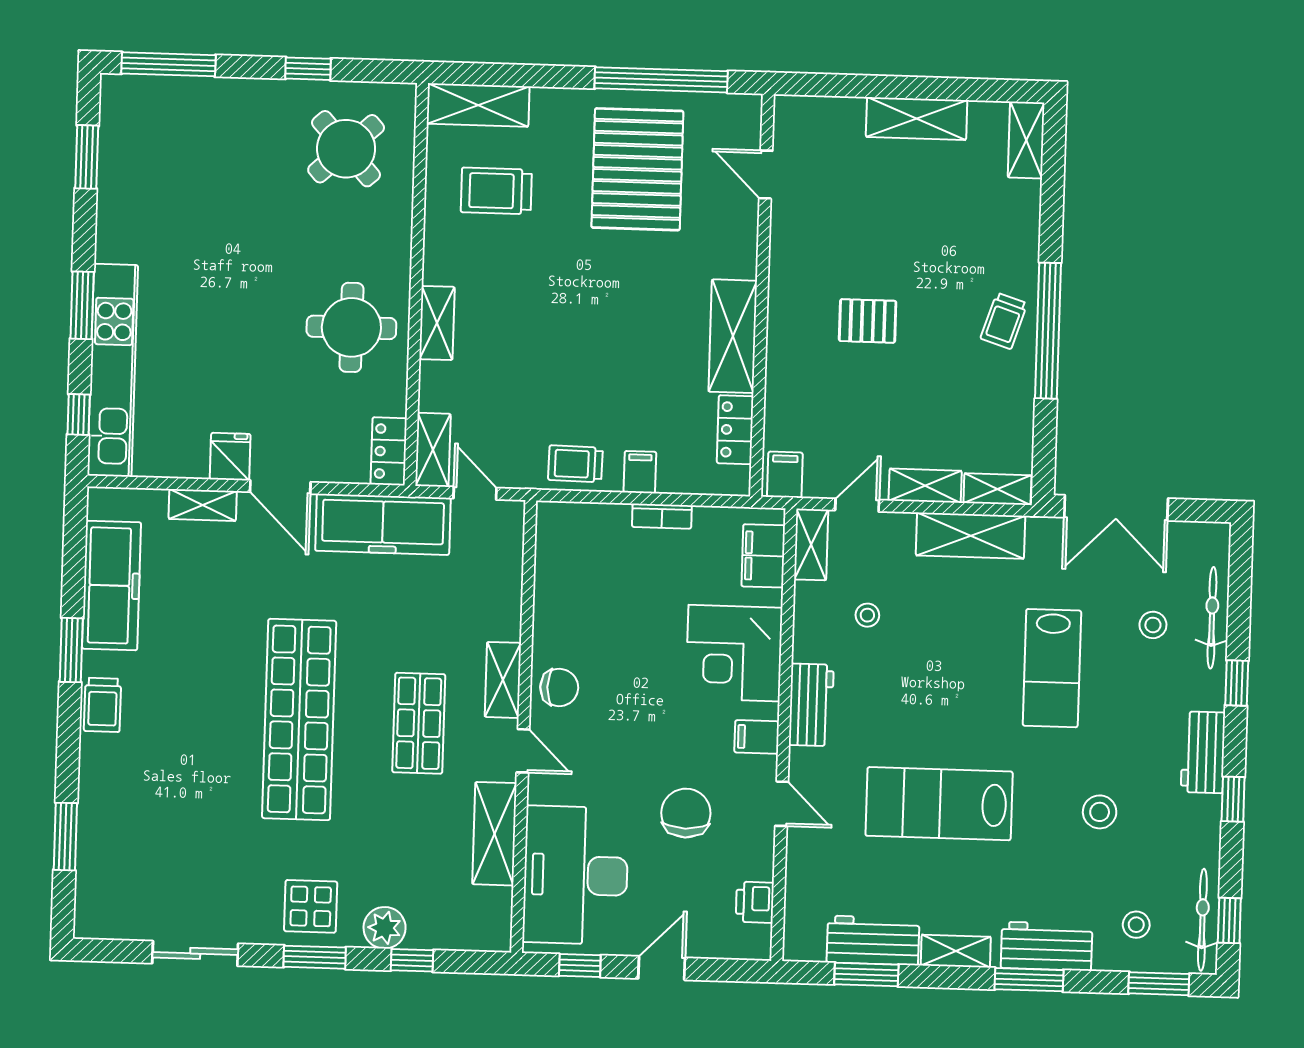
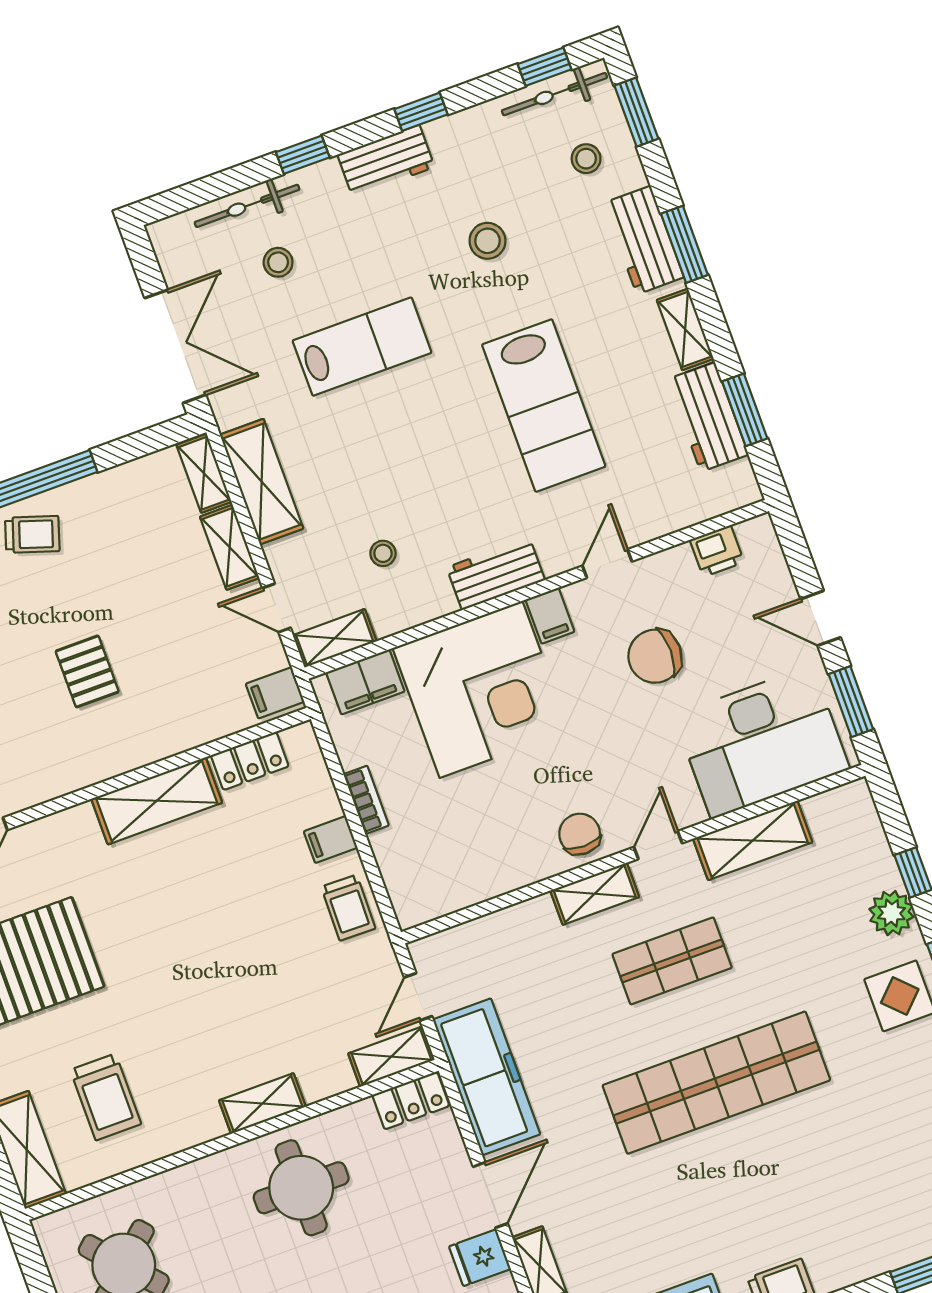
corner desk: (734, 653) -> (481, 689), width x1.36, depth x1.36
window: (580, 966) -> (851, 702), width x1.50

